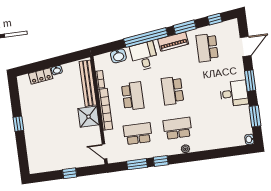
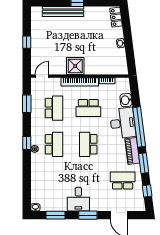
desk: (144, 56) -> (123, 123), width x1.37
locker: (41, 76) -> (116, 17), moved
bench: (88, 83) -> (63, 11), moved
school desk: (172, 91) -> (88, 144), turned -90
window: (161, 161) -> (27, 143), moved

